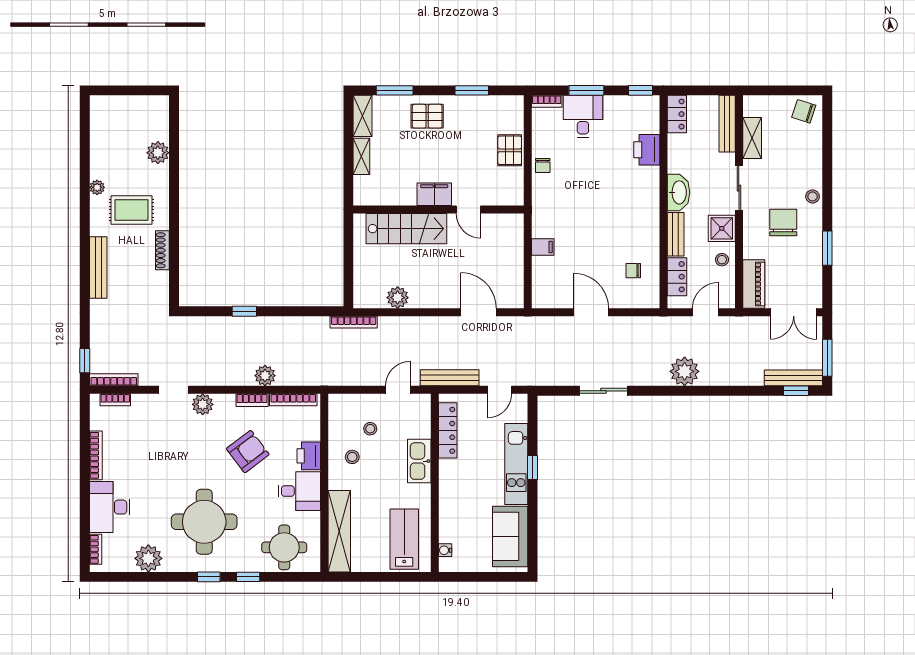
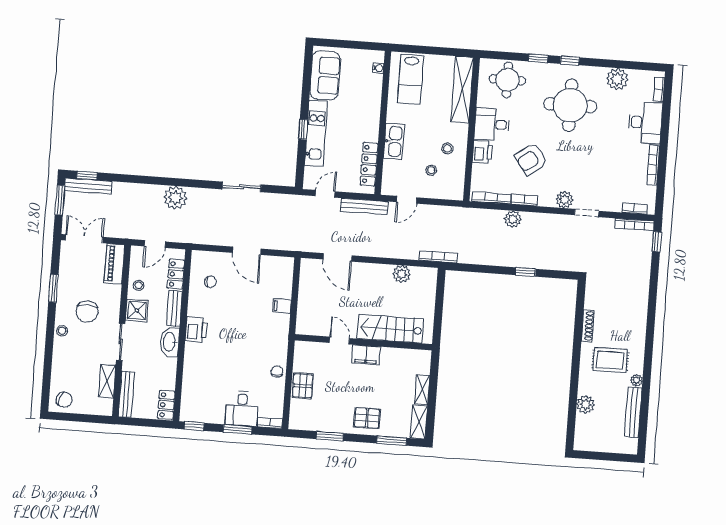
printer: (647, 150) -> (196, 330), moved
bench: (98, 268) -> (633, 412), moved

